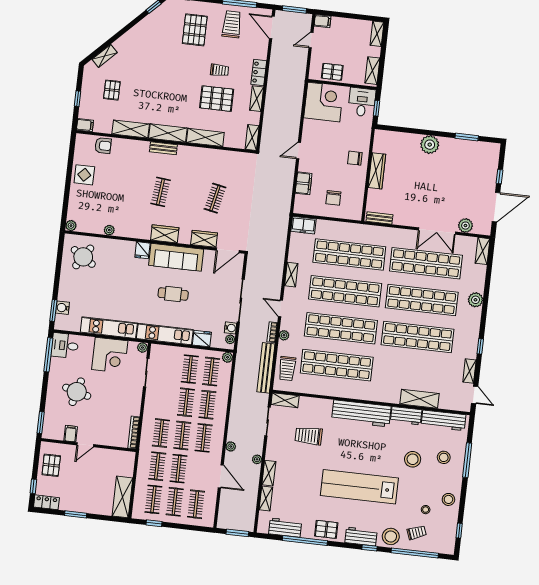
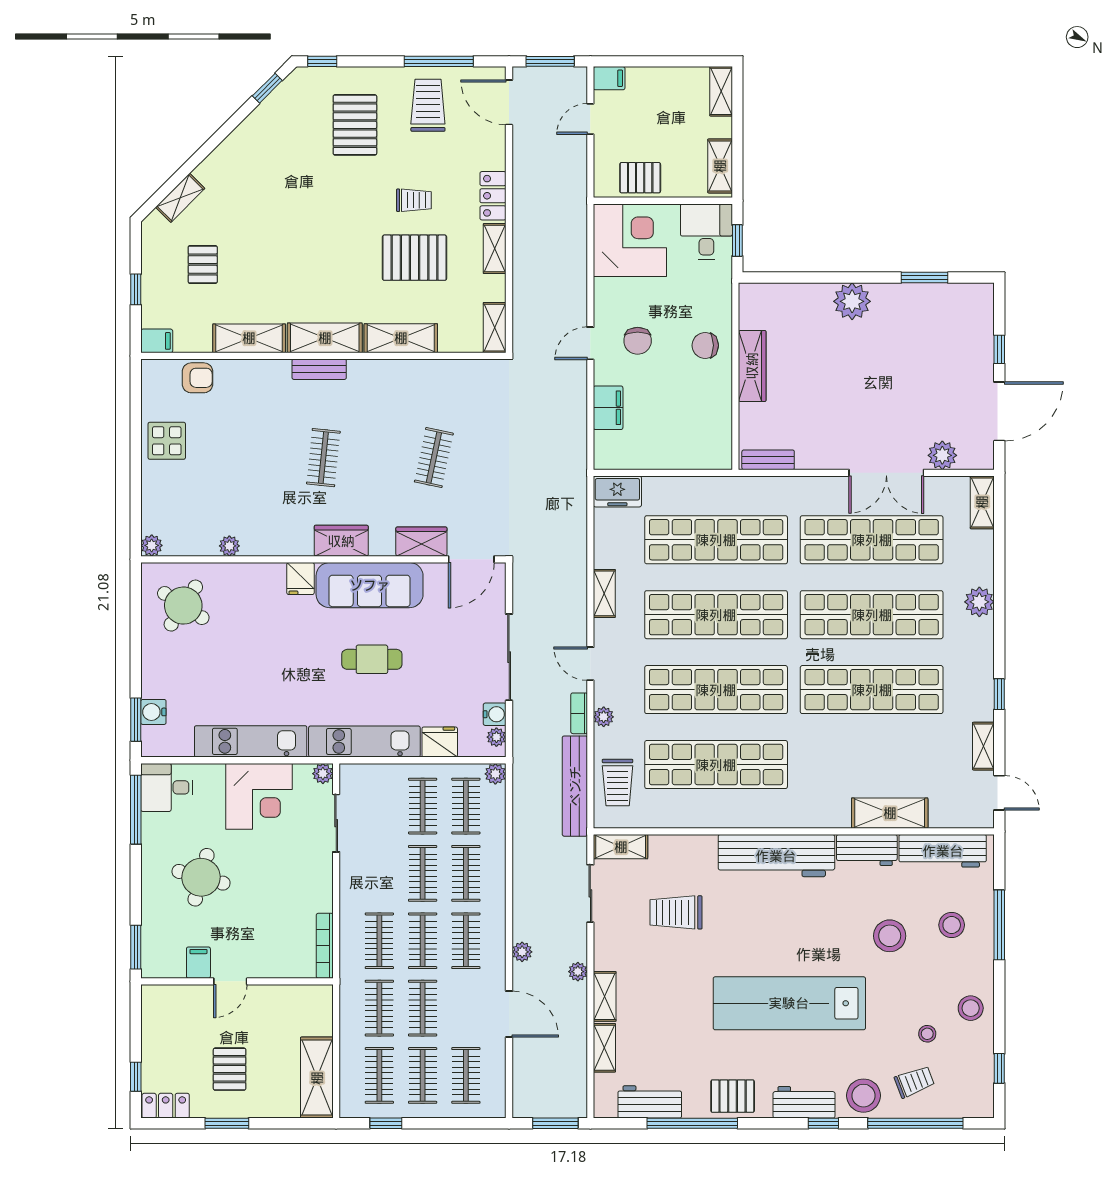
chair: (333, 198) -> (638, 341), moved
pallet: (51, 465) -> (230, 1069), moved

